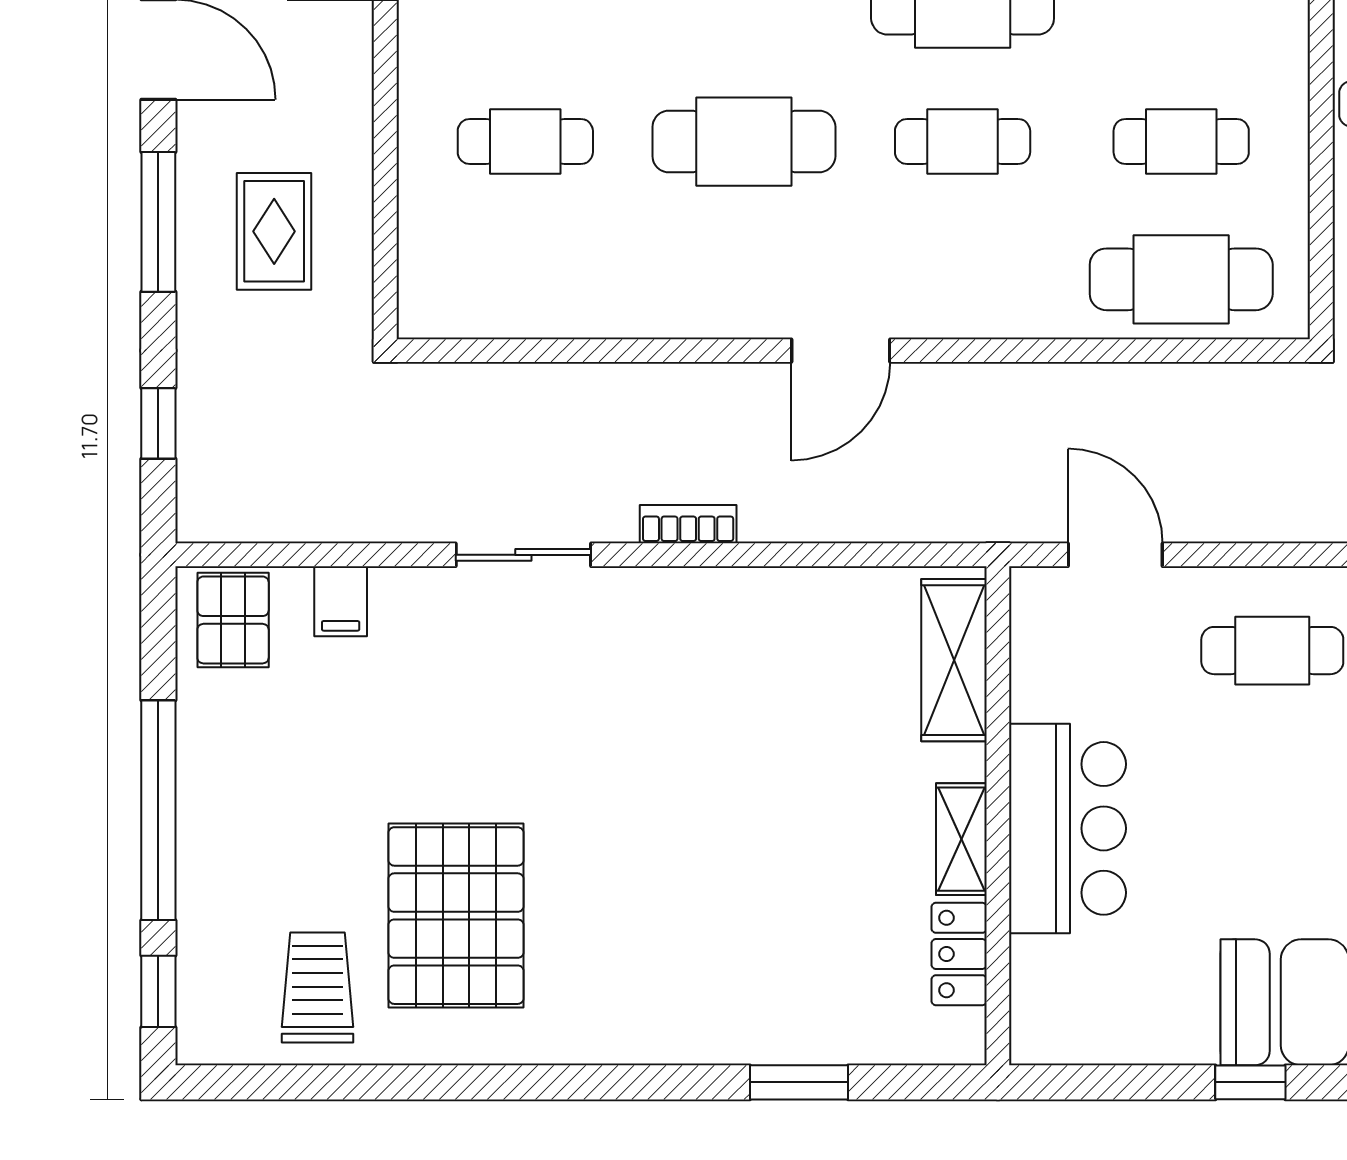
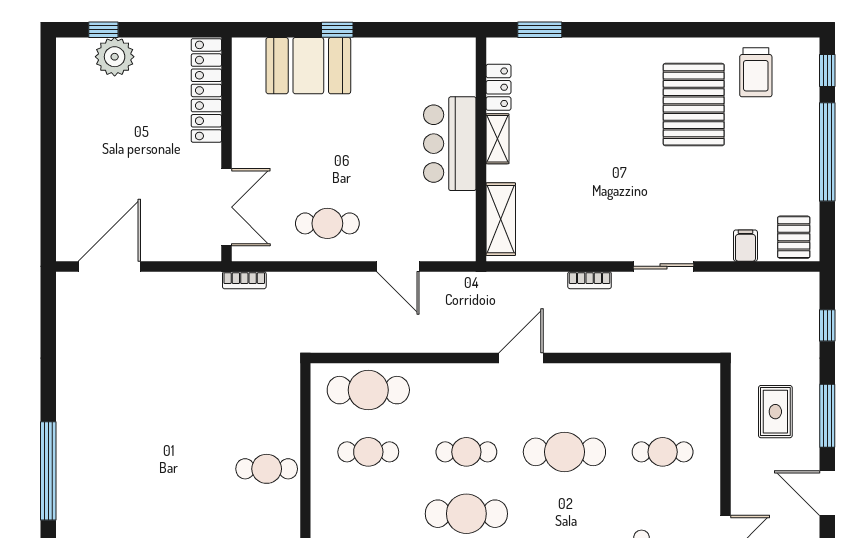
shelving: (954, 660) -> (501, 219), moved
wall: (998, 816) -> (481, 149), moved
bar counter: (1068, 828) -> (450, 144), moved
shelving: (961, 839) -> (497, 139), moved
locker: (959, 954) -> (498, 87), moved

